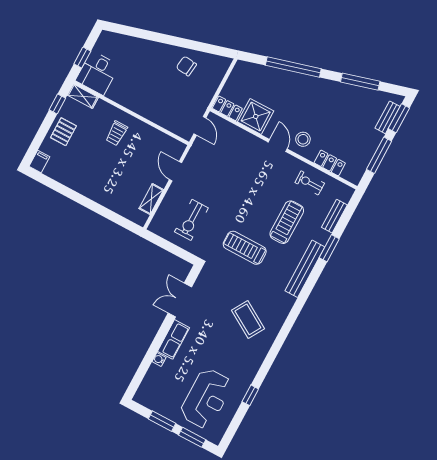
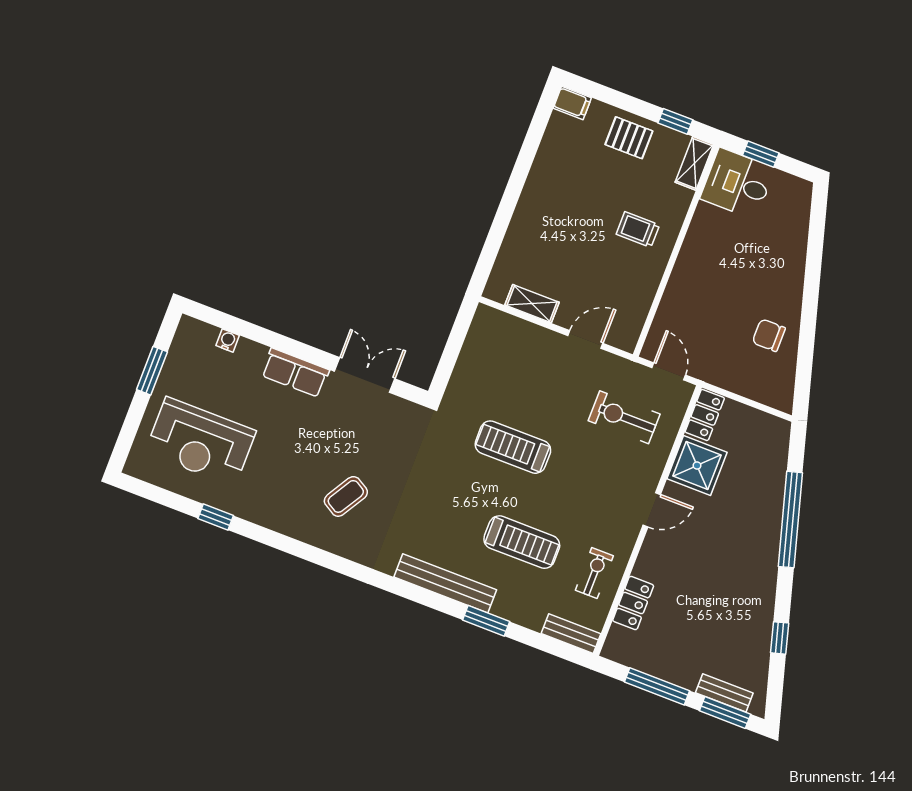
chair: (186, 66) -> (769, 335), turned -96
window: (360, 82) -> (780, 638), width x0.46
door: (200, 126) -> (669, 371), swing flipped
stool: (303, 139) -> (668, 552), removed
bench: (334, 216) -> (571, 634), moved
exercise bike: (191, 220) -> (624, 417), moved
treadmill: (245, 248) -> (513, 447), moved, turned -90
coffee table: (248, 319) -> (346, 496), width x0.73, depth x0.77
water cooler: (159, 359) -> (228, 340), moved
window: (192, 437) -> (131, 426), removed

